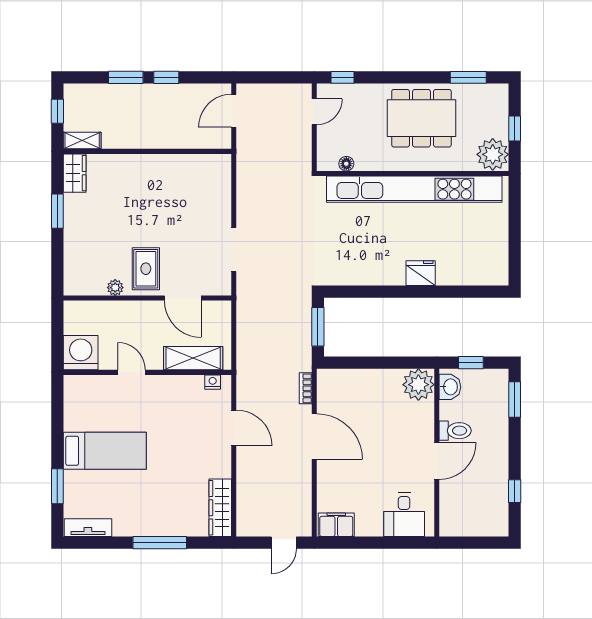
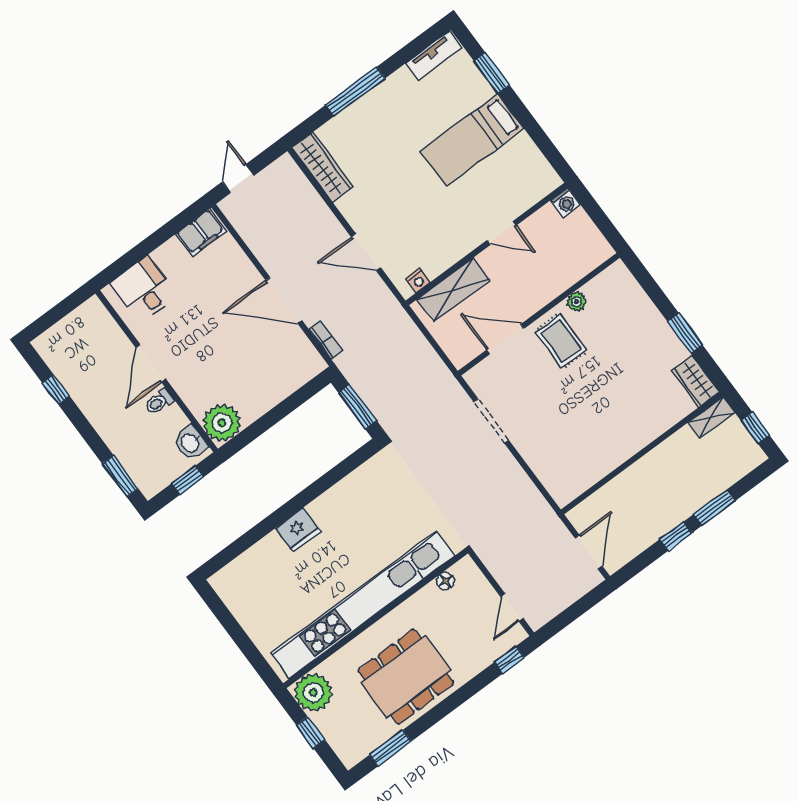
washing machine: (81, 353) -> (565, 202), width x0.53, depth x0.53
toilet: (455, 431) -> (159, 402), width x0.73, depth x0.72

